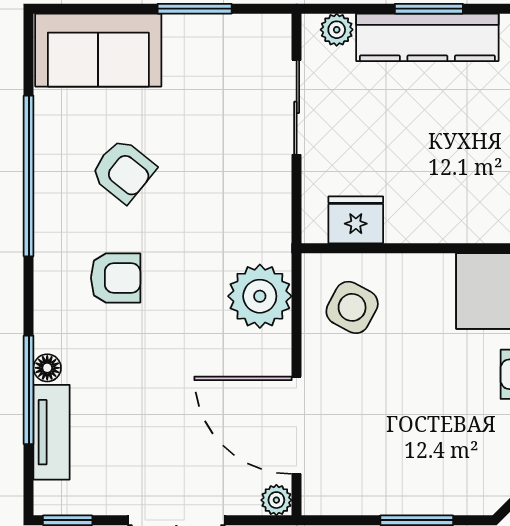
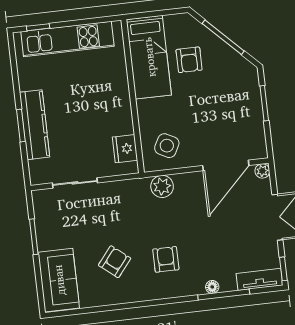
plant: (337, 30) -> (36, 168), removed
window: (29, 176) -> (122, 306), removed
plant: (260, 296) -> (162, 186), width x0.73, depth x0.73
tv unit: (52, 432) -> (260, 279), moved

